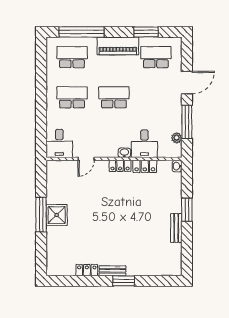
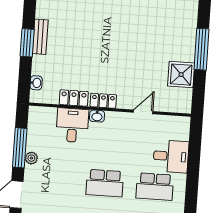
plant: (177, 138) -> (31, 158), moved
desk: (59, 143) -> (171, 156), moved, turned 90
washbasin: (177, 166) -> (36, 83), moved
shower: (57, 215) -> (181, 75), moved
bench: (176, 228) -> (40, 37), moved

